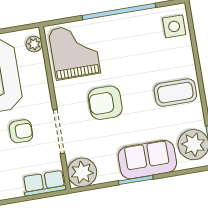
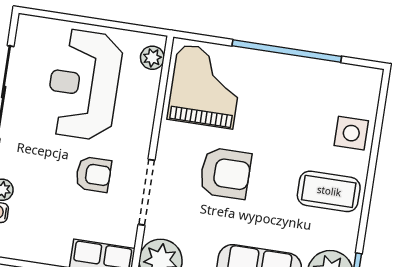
side table: (174, 26) -> (351, 133), moved
armchair: (105, 103) -> (225, 173), turned 180

